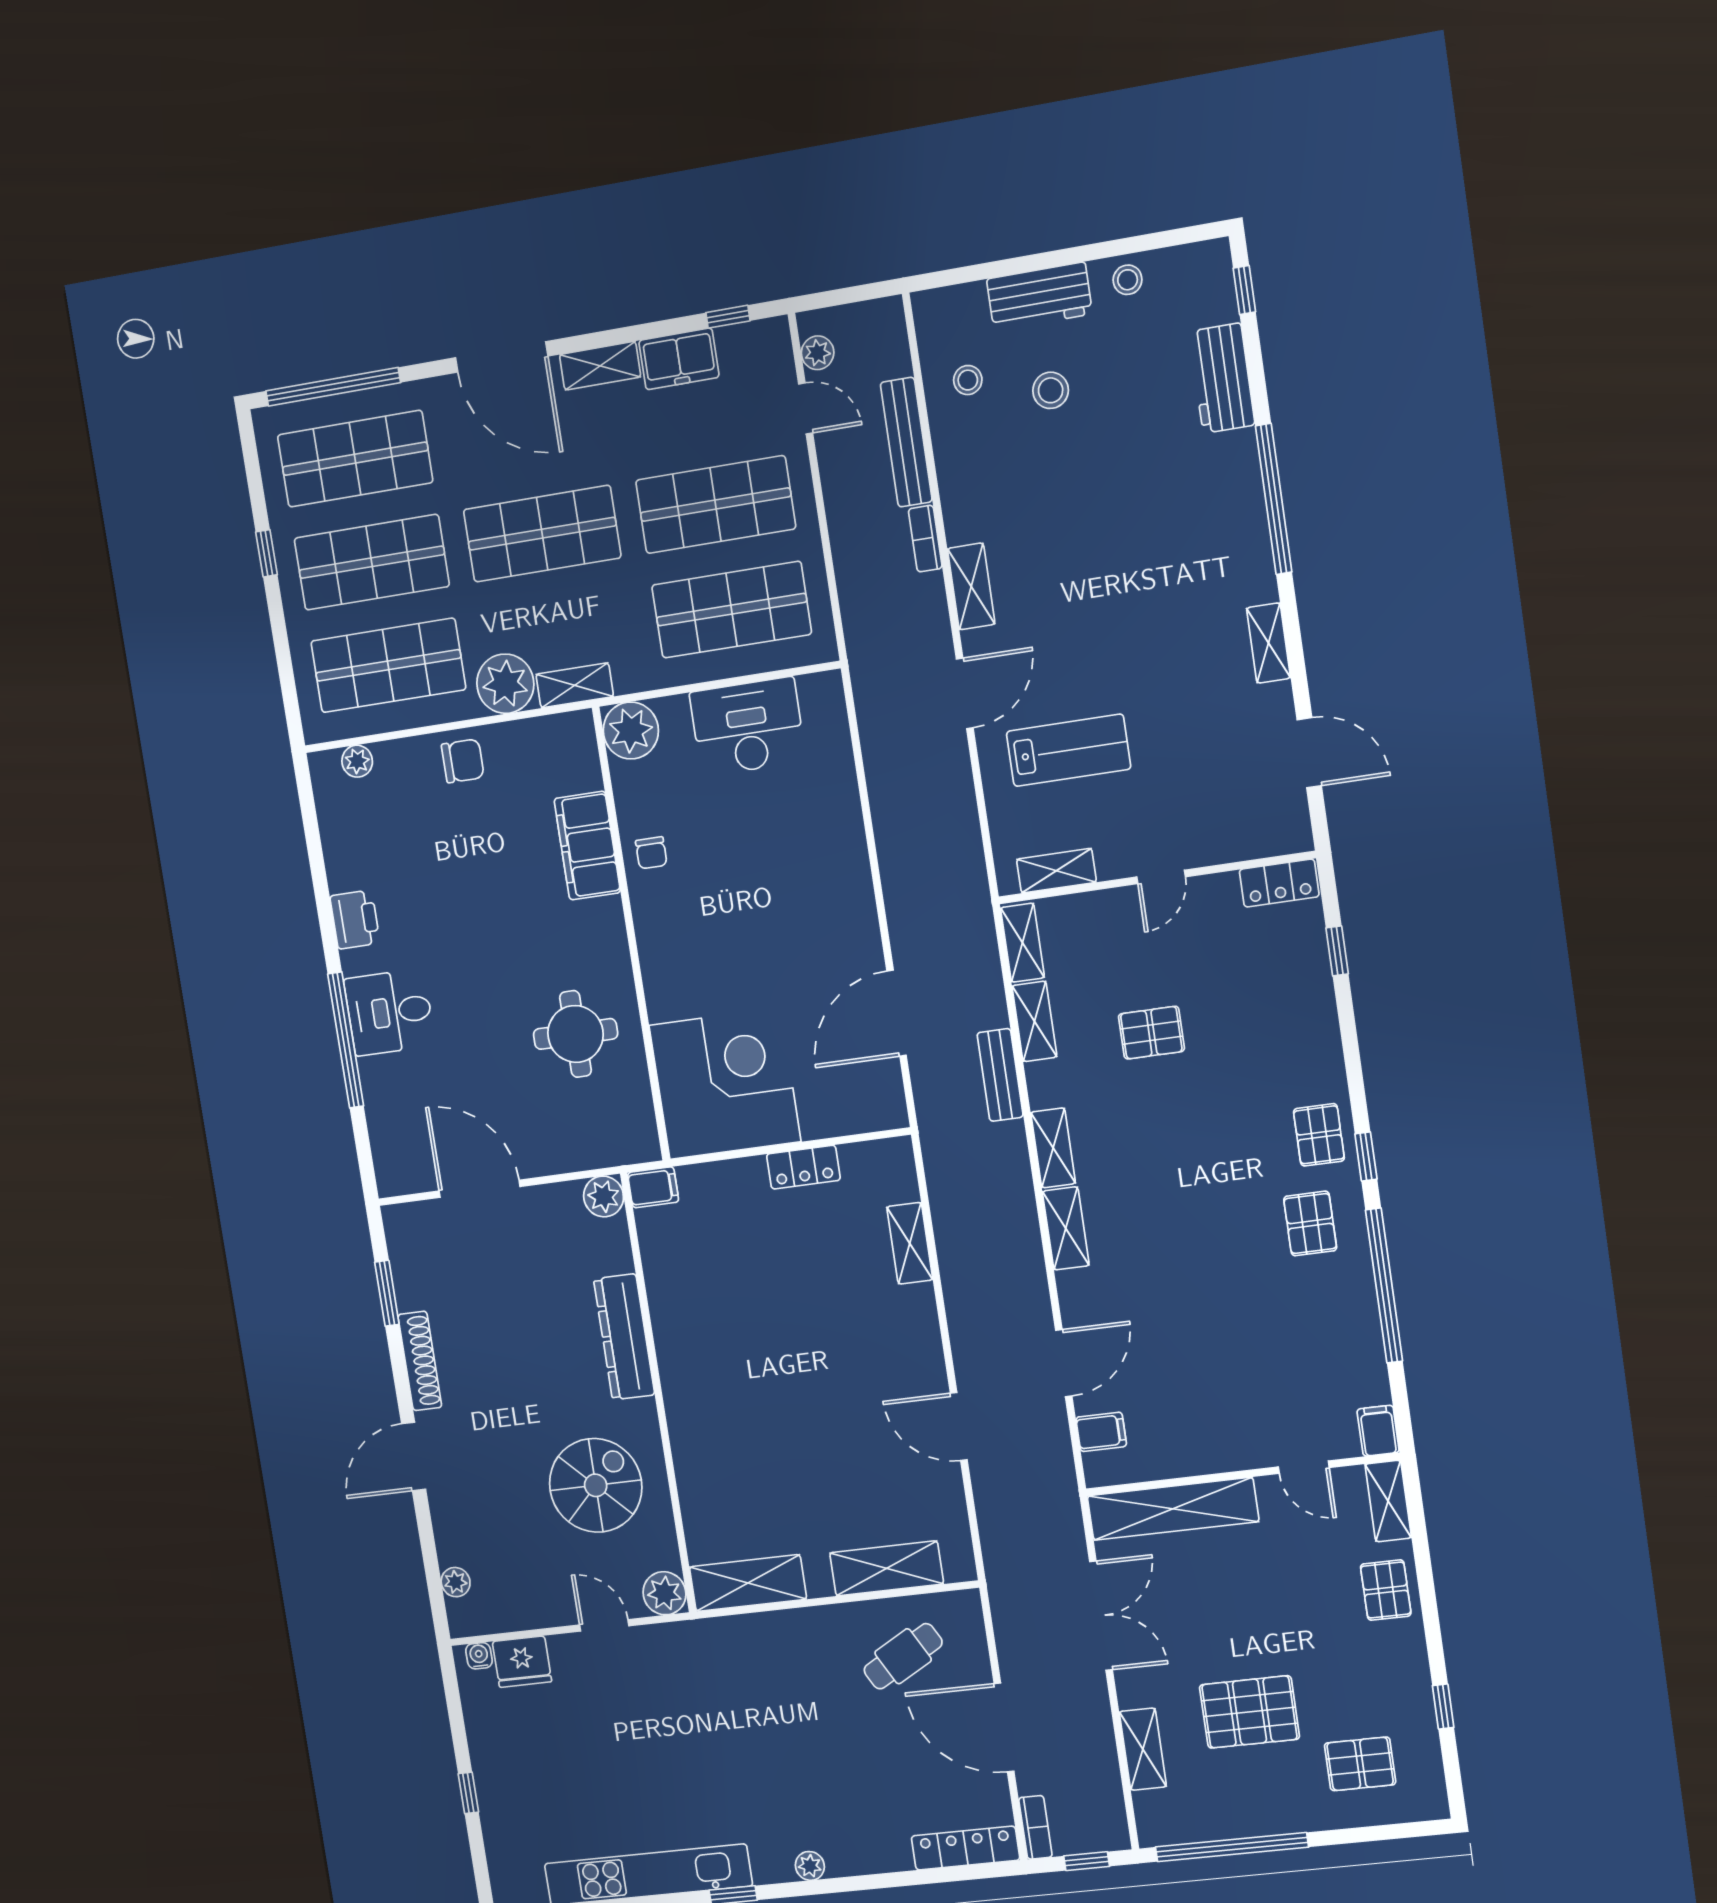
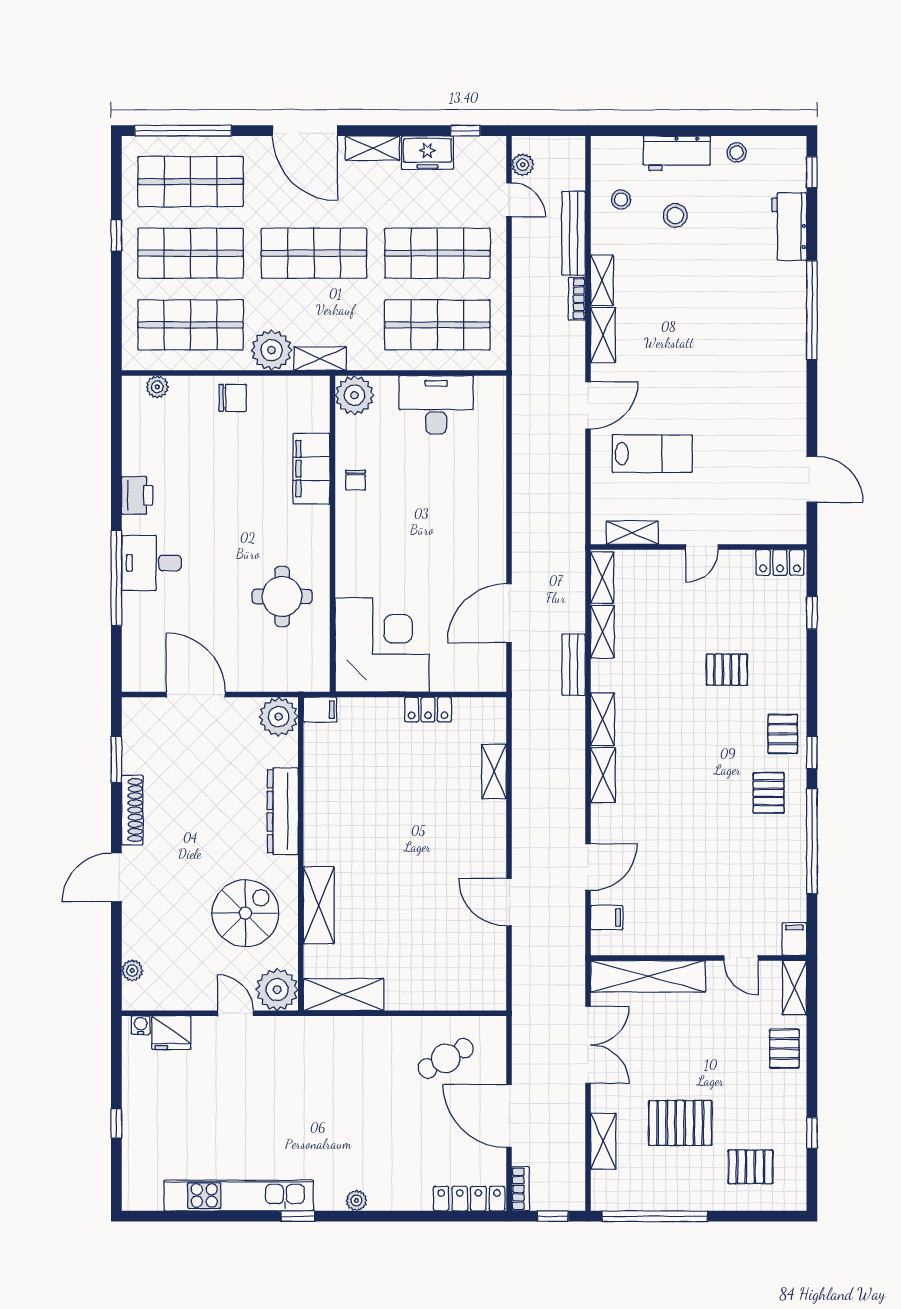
shelving: (1268, 643) -> (602, 280), moved
pallet: (1151, 1033) -> (727, 670), moved
plant: (604, 1196) -> (279, 717), width x1.36, depth x1.36
shelving: (887, 1568) -> (319, 905), moved, turned 90
plant: (664, 1593) -> (277, 990), width x1.36, depth x1.36

